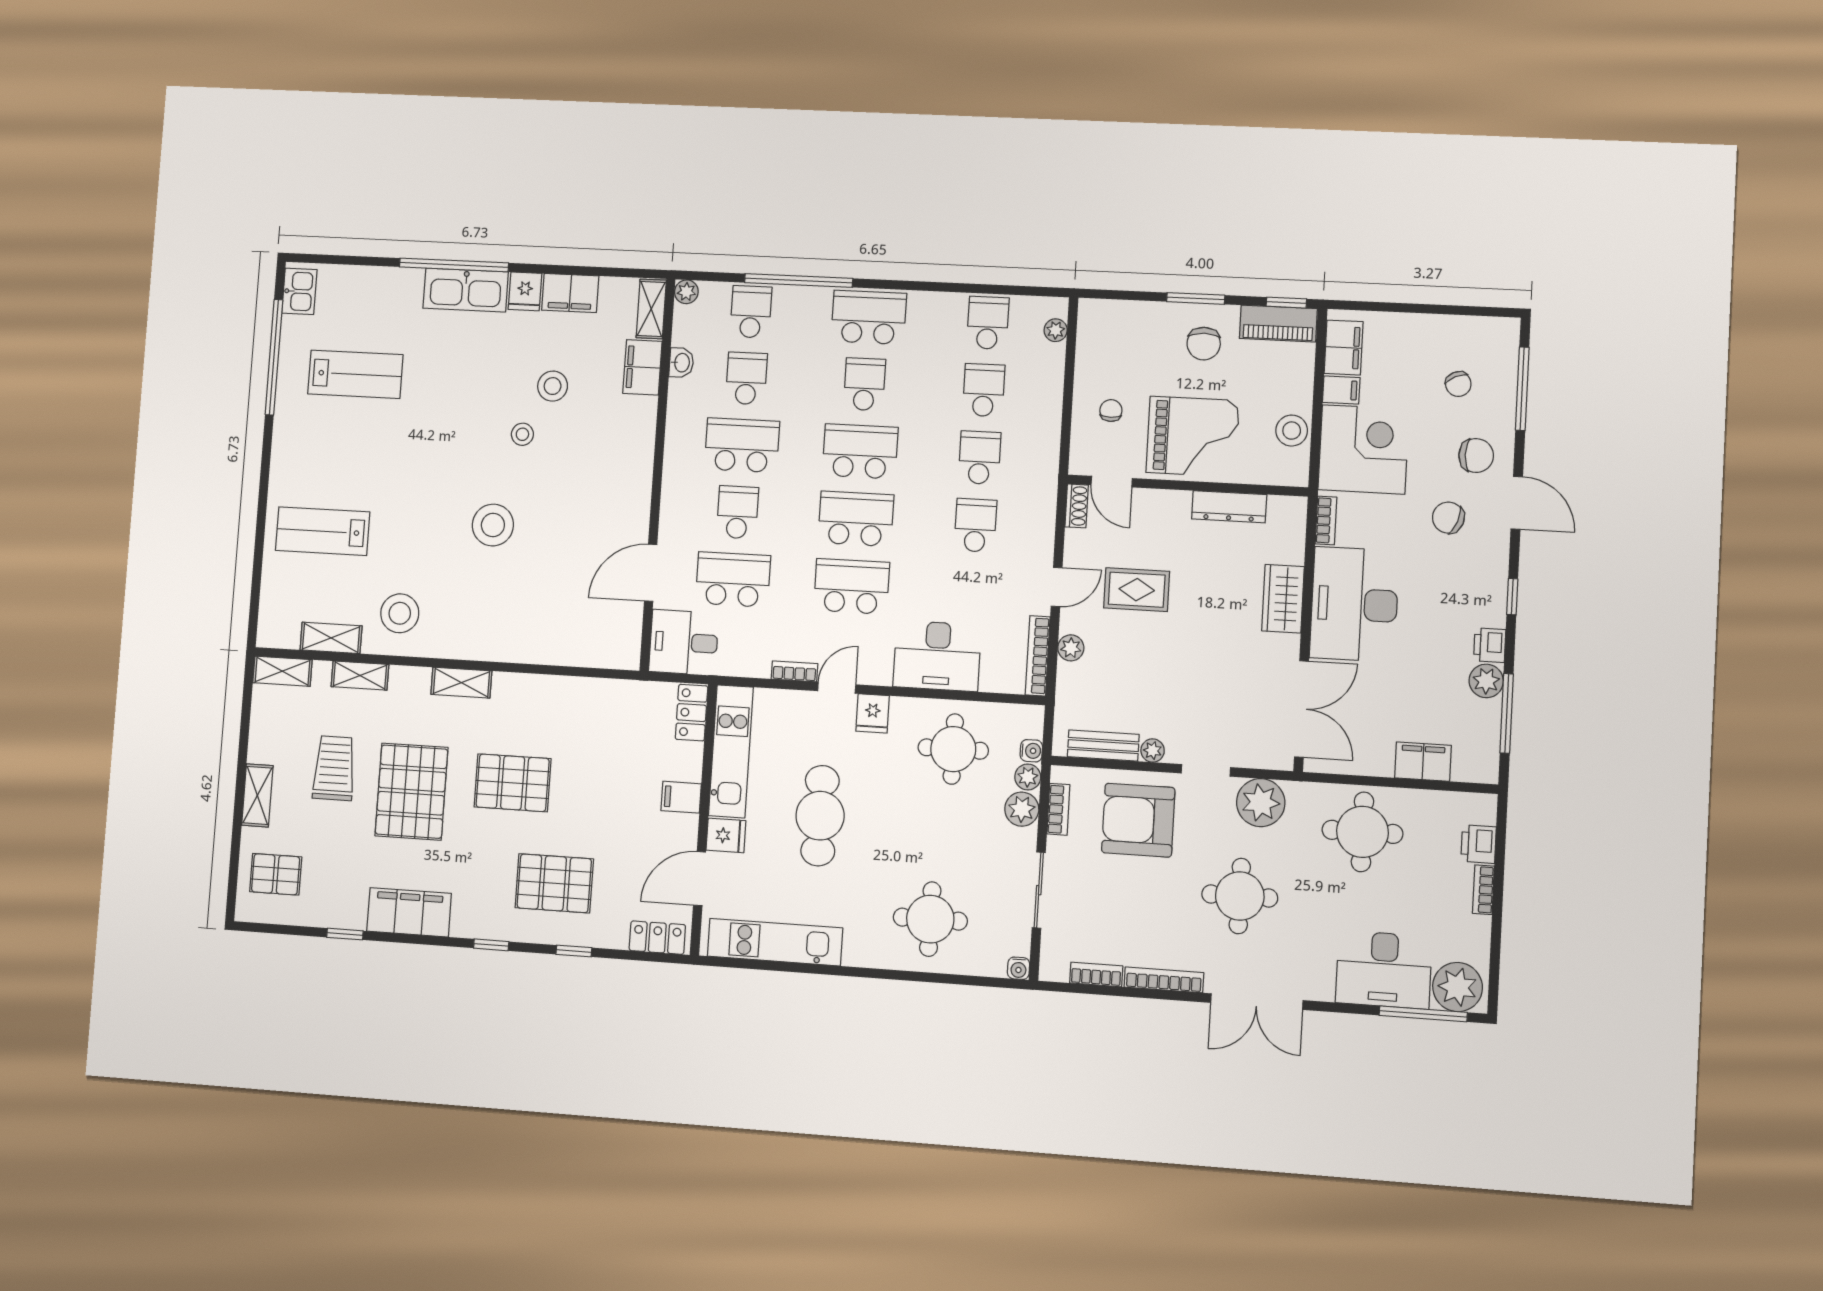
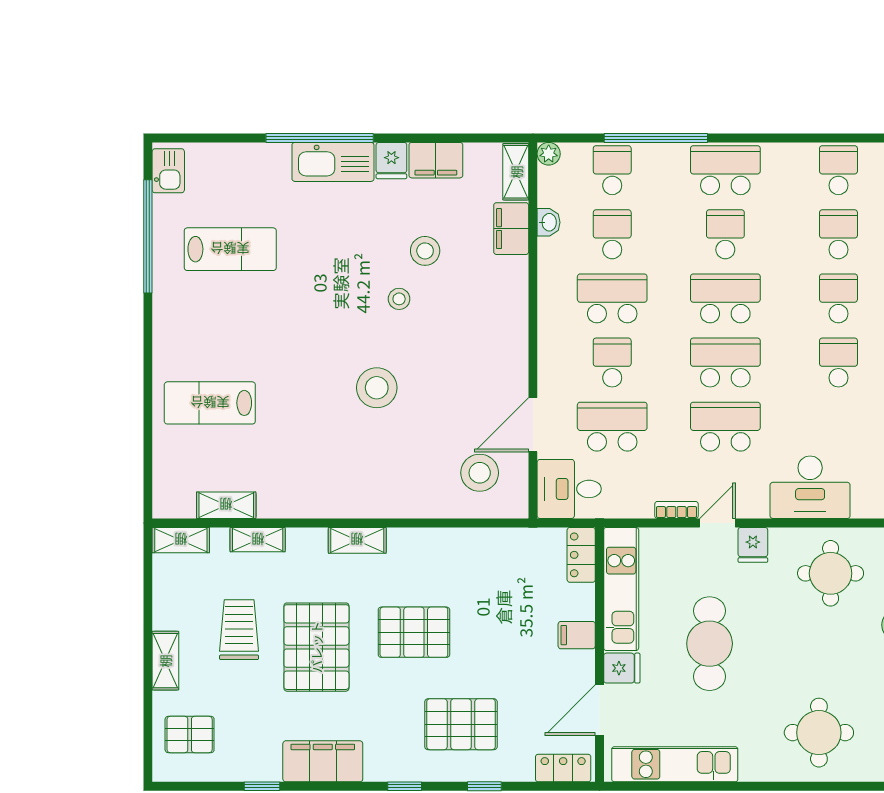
stool: (400, 613) -> (480, 473), moved

